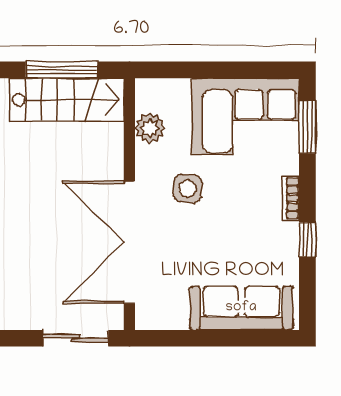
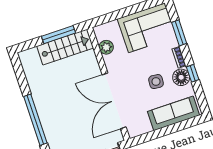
window: (307, 127) -> (179, 33), moved
side table: (188, 188) -> (156, 82), moved
floor lamp: (281, 240) -> (181, 77), added

